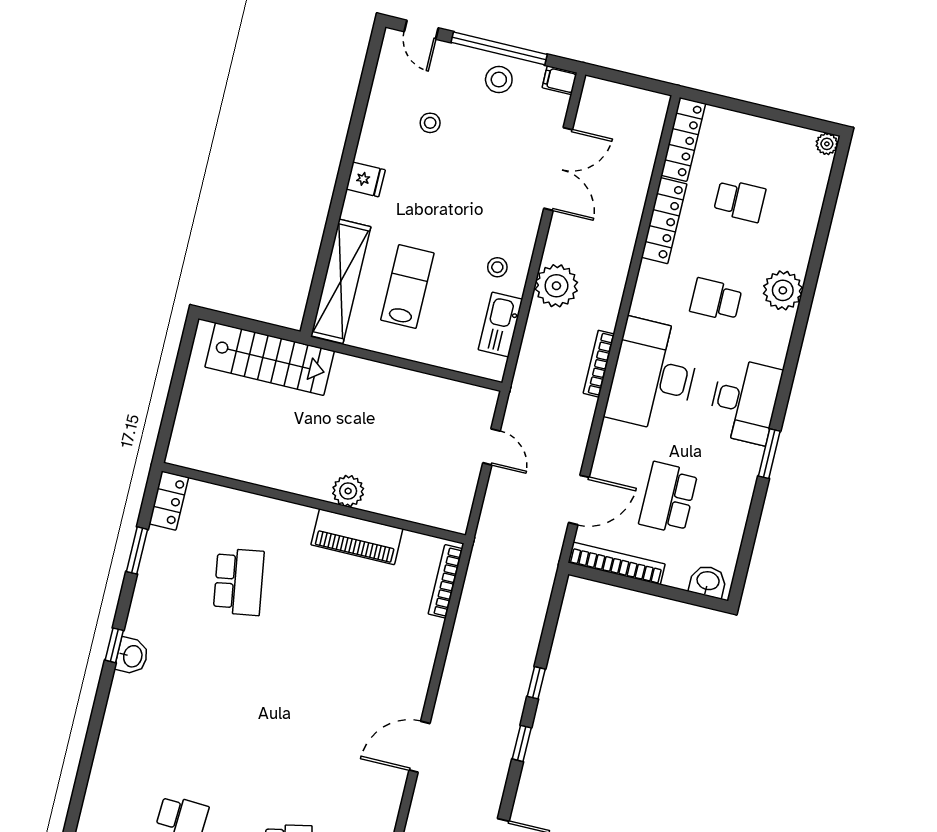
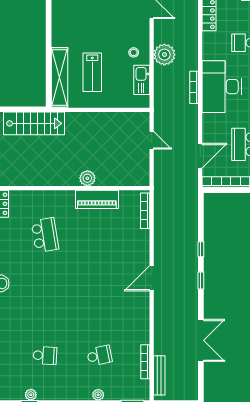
fridge: (366, 179) -> (60, 25), removed
lab bench: (407, 287) -> (92, 72), turned 180
door: (419, 747) -> (152, 278), moved

